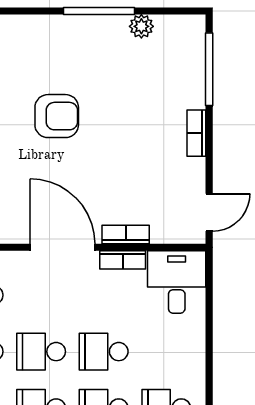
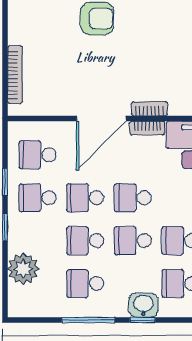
door: (63, 247) -> (101, 118), swing flipped

